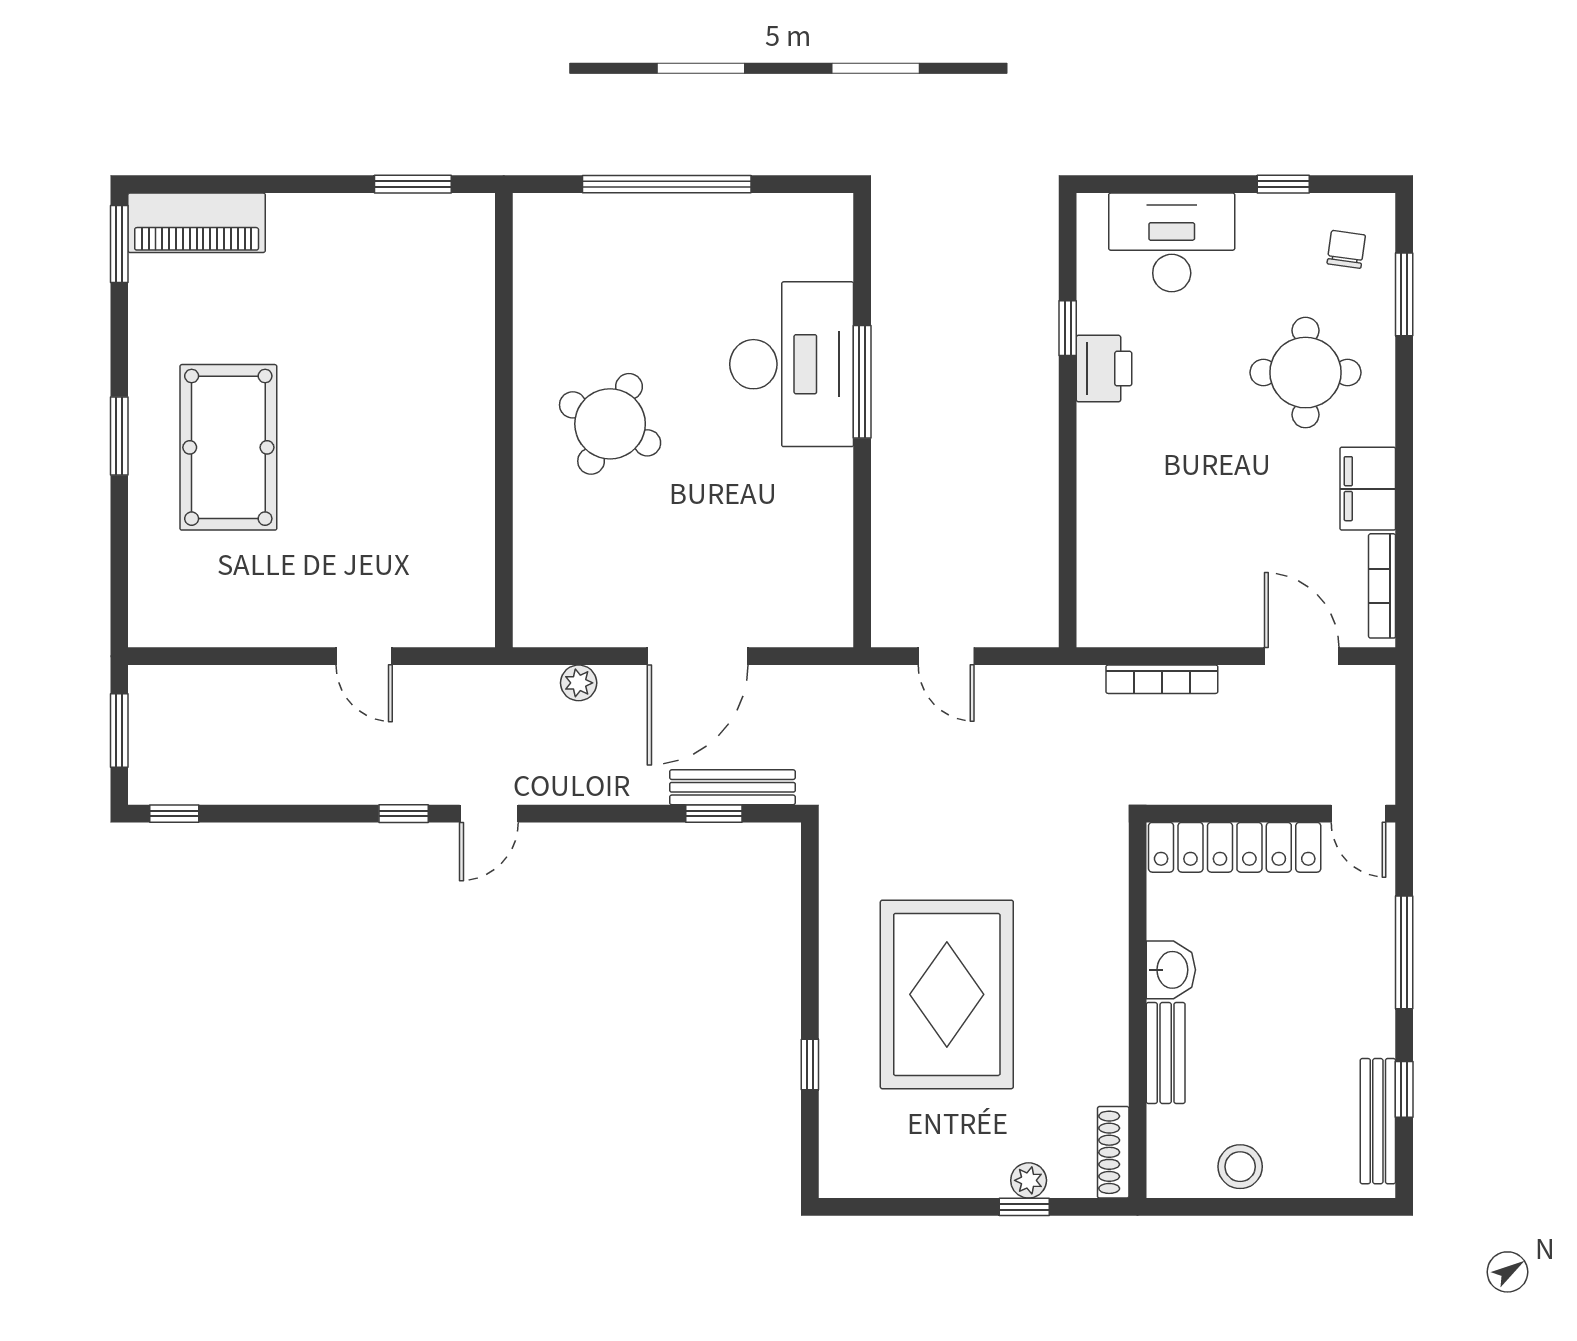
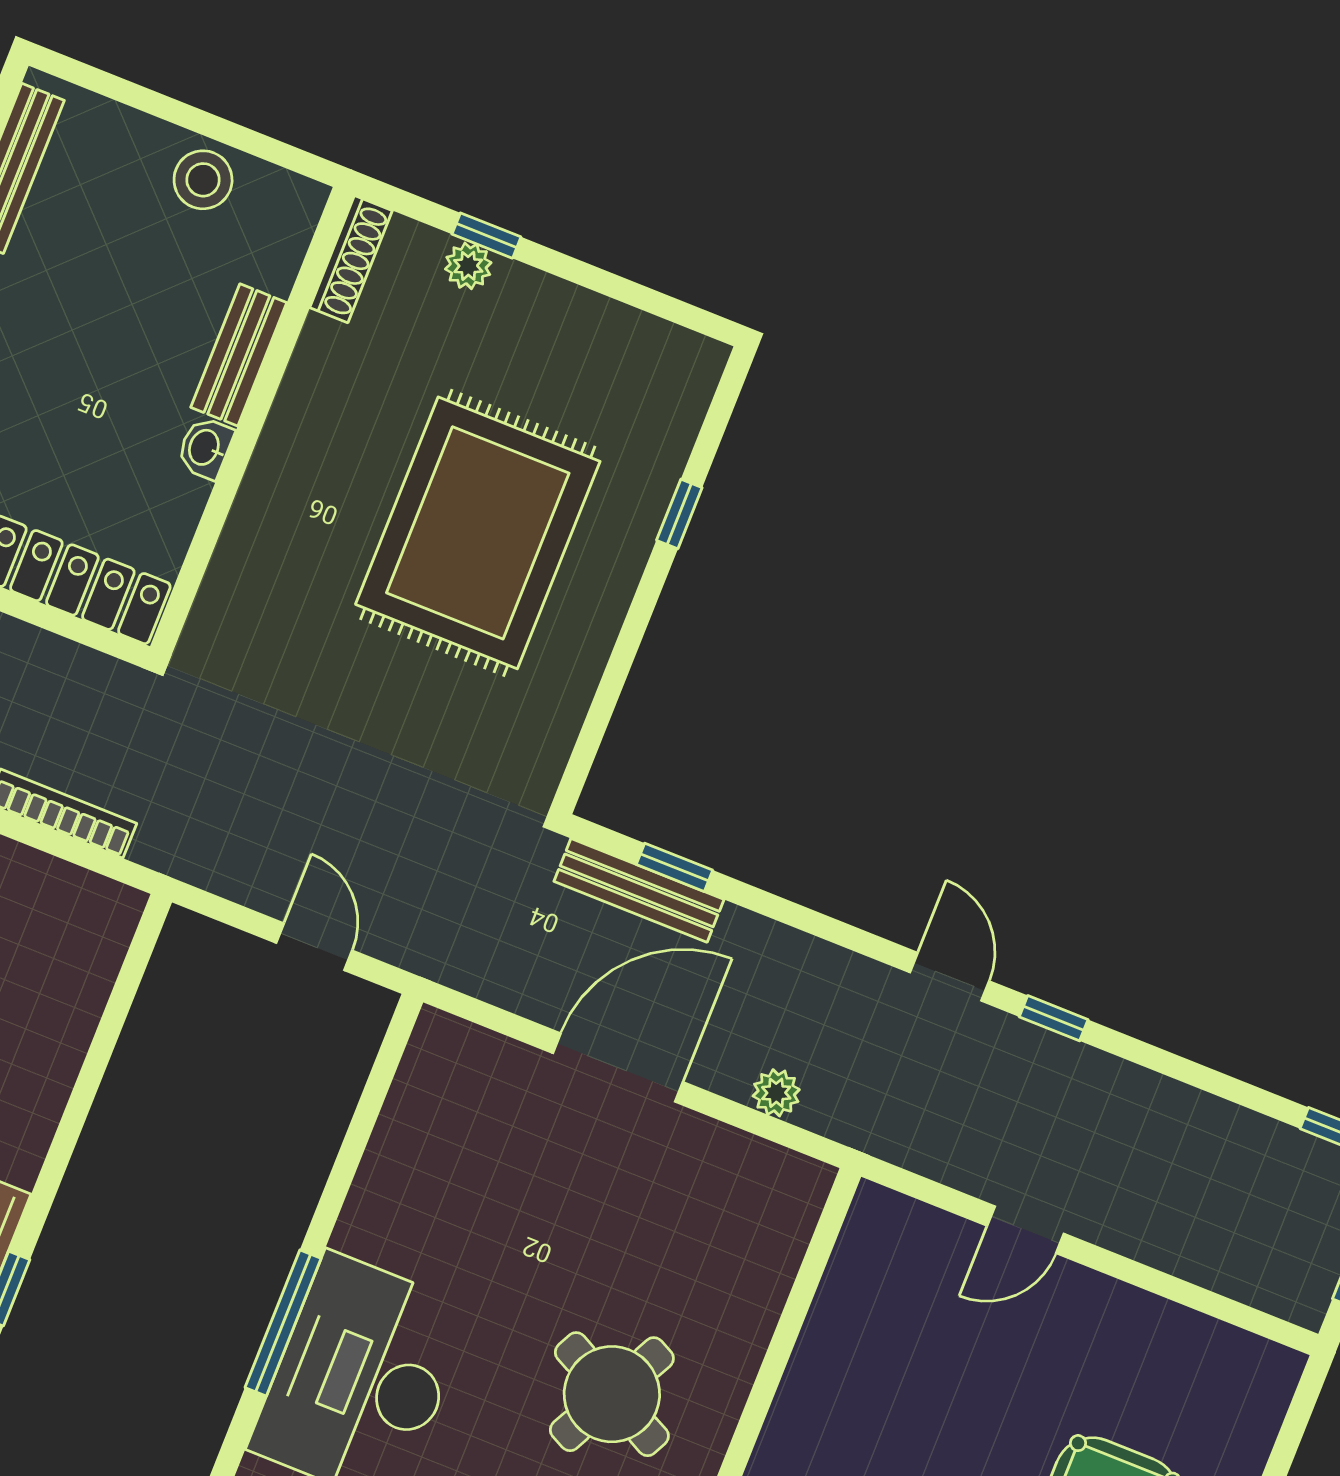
door: (364, 656) -> (1025, 1230), swing flipped
door: (489, 814) -> (949, 977), hinge flipped
washbasin: (1171, 970) -> (205, 448), width x0.72, depth x0.69

